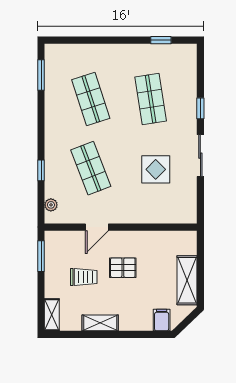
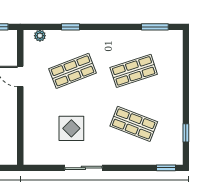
shop shelf: (151, 99) -> (134, 124), turned 30
window: (200, 108) -> (166, 168), moved

